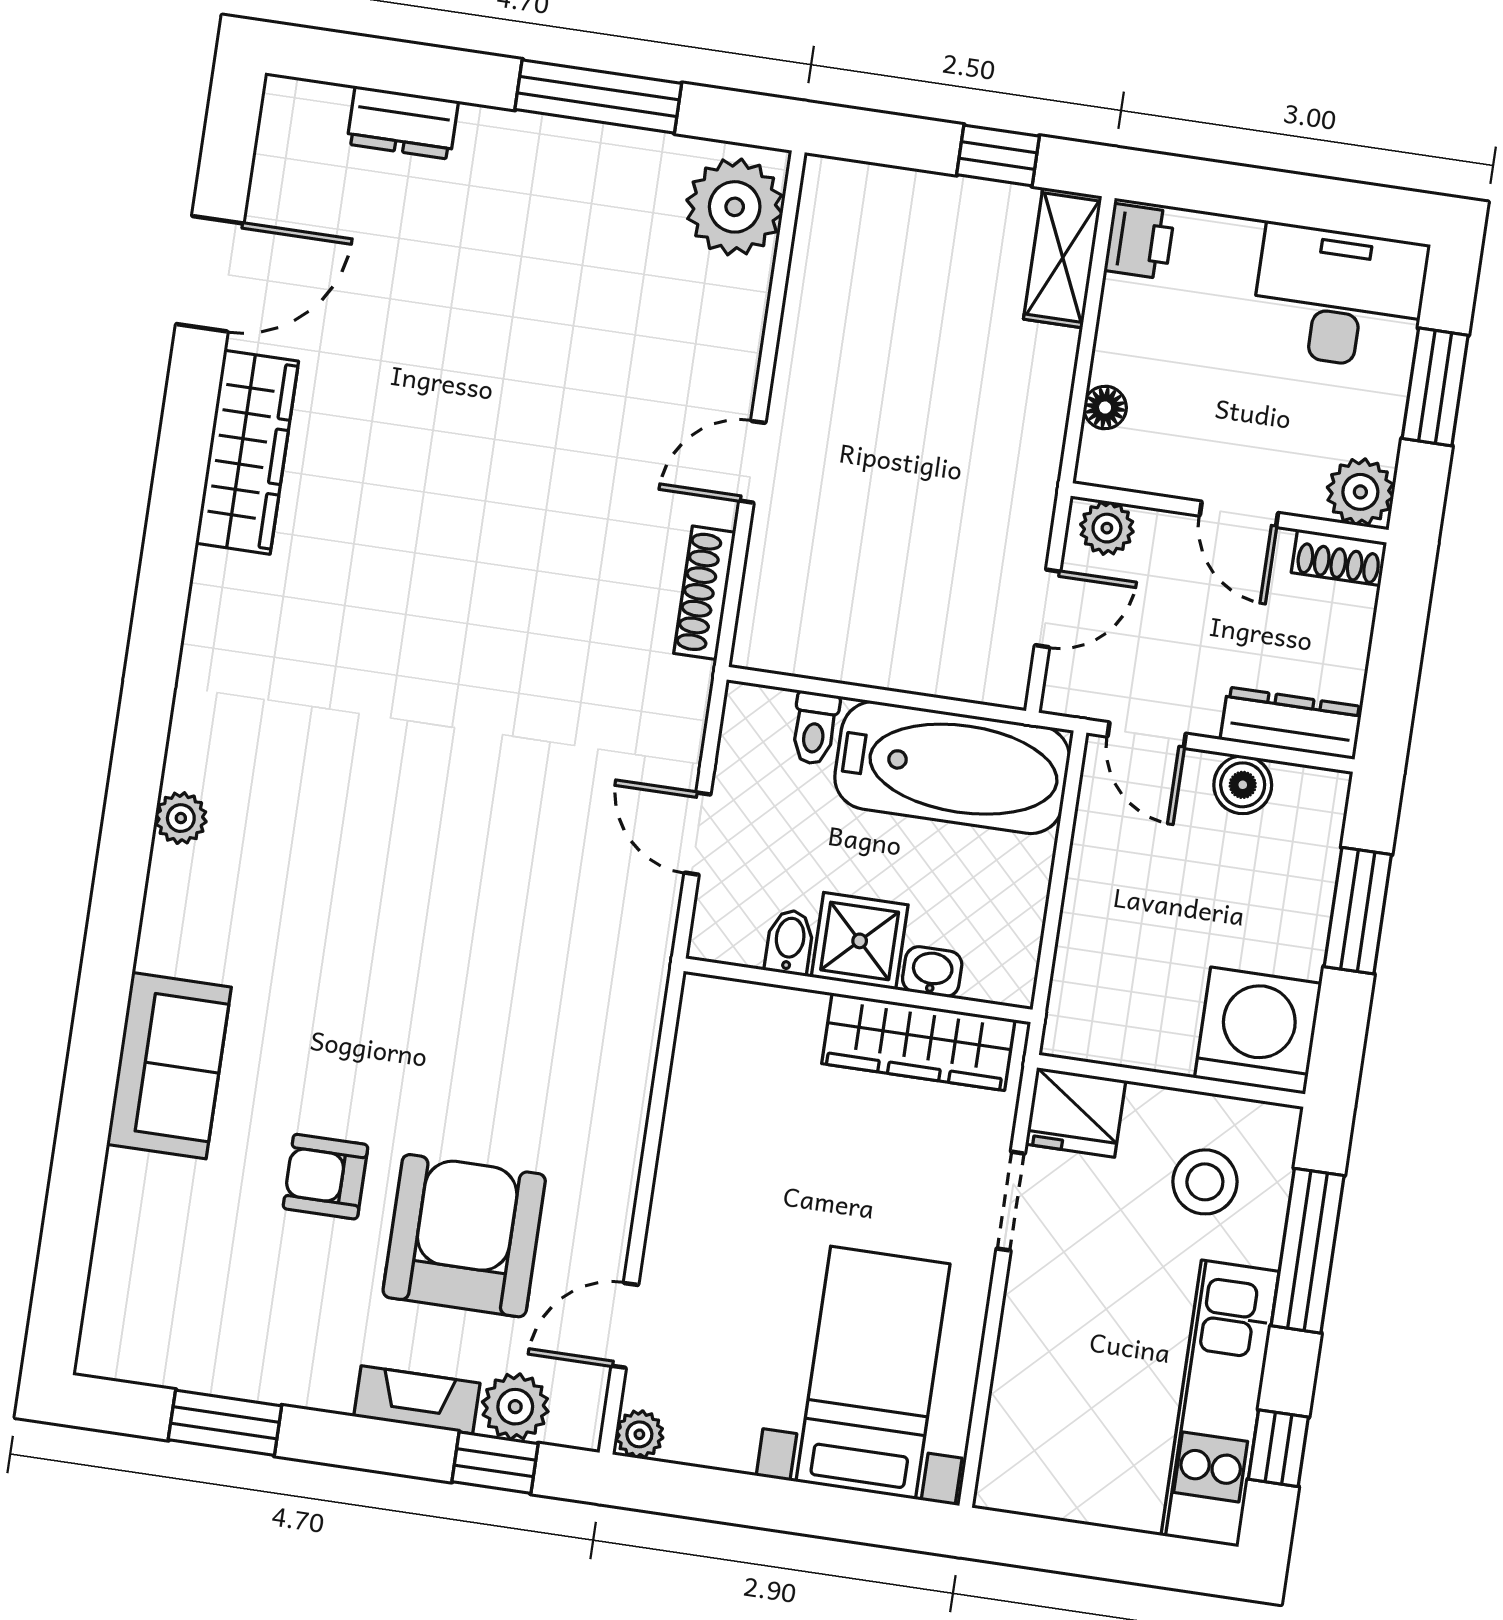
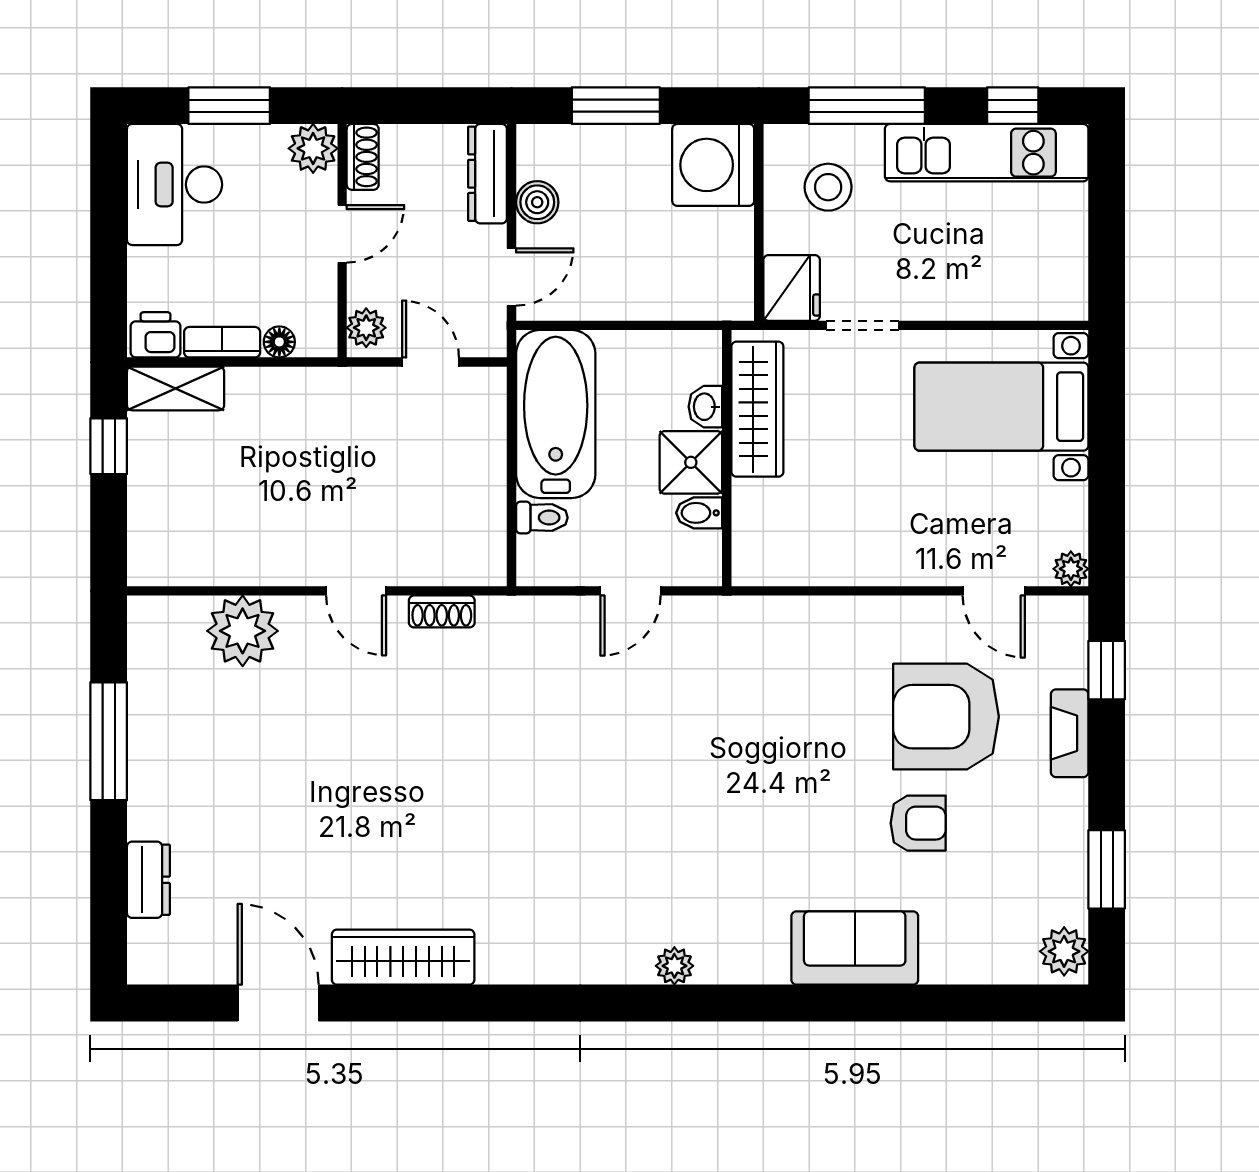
plant: (735, 207) -> (243, 631), moved
bookcase: (1116, 330) -> (222, 342), added
shoe rack: (705, 593) -> (442, 611), width x0.70
armchair: (325, 1177) -> (918, 823), turned -90
plant: (515, 1407) -> (1064, 951), moved

